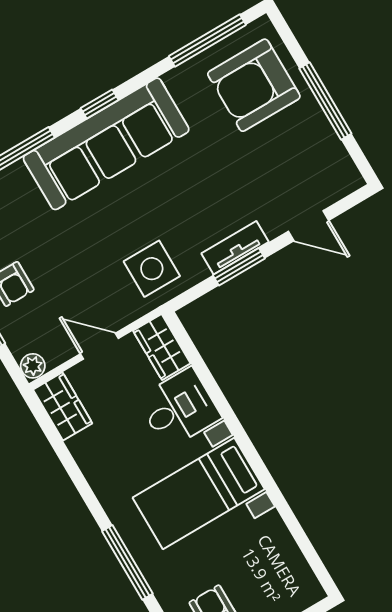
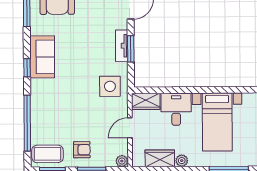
sofa: (106, 144) -> (42, 57), width x0.54, depth x0.79
wardrobe: (63, 406) -> (160, 158), moved
plant: (95, 471) -> (182, 161), added

